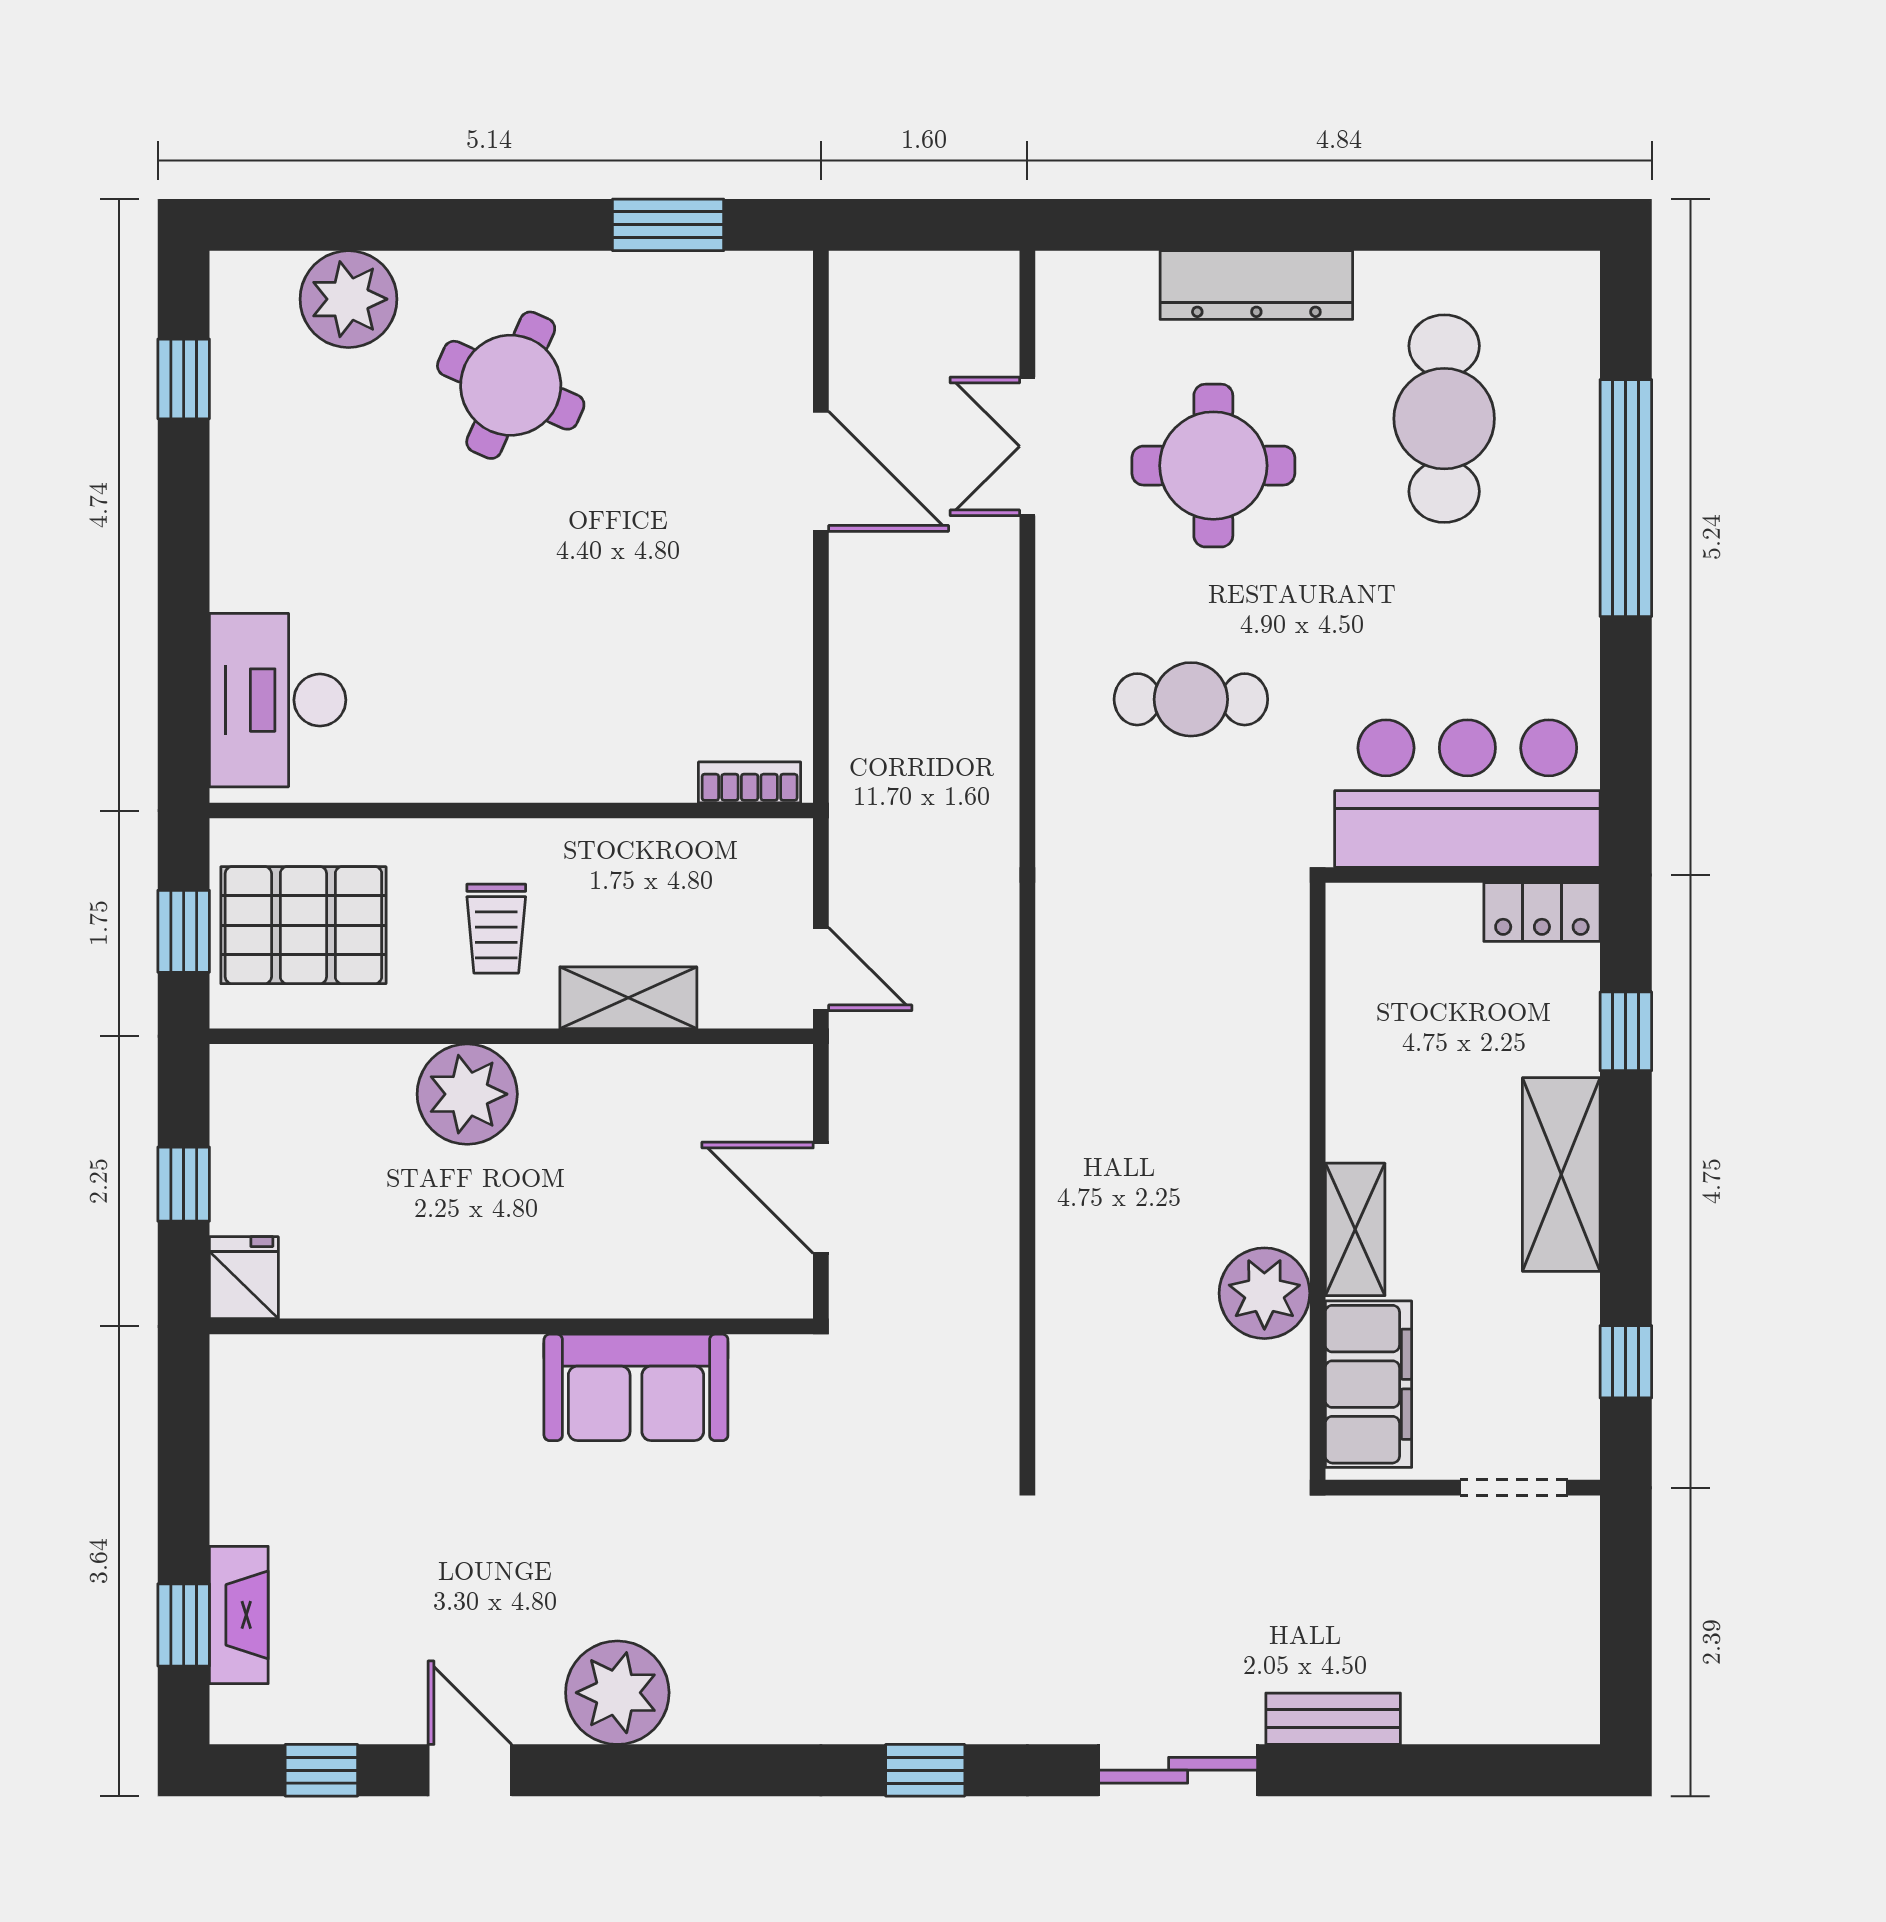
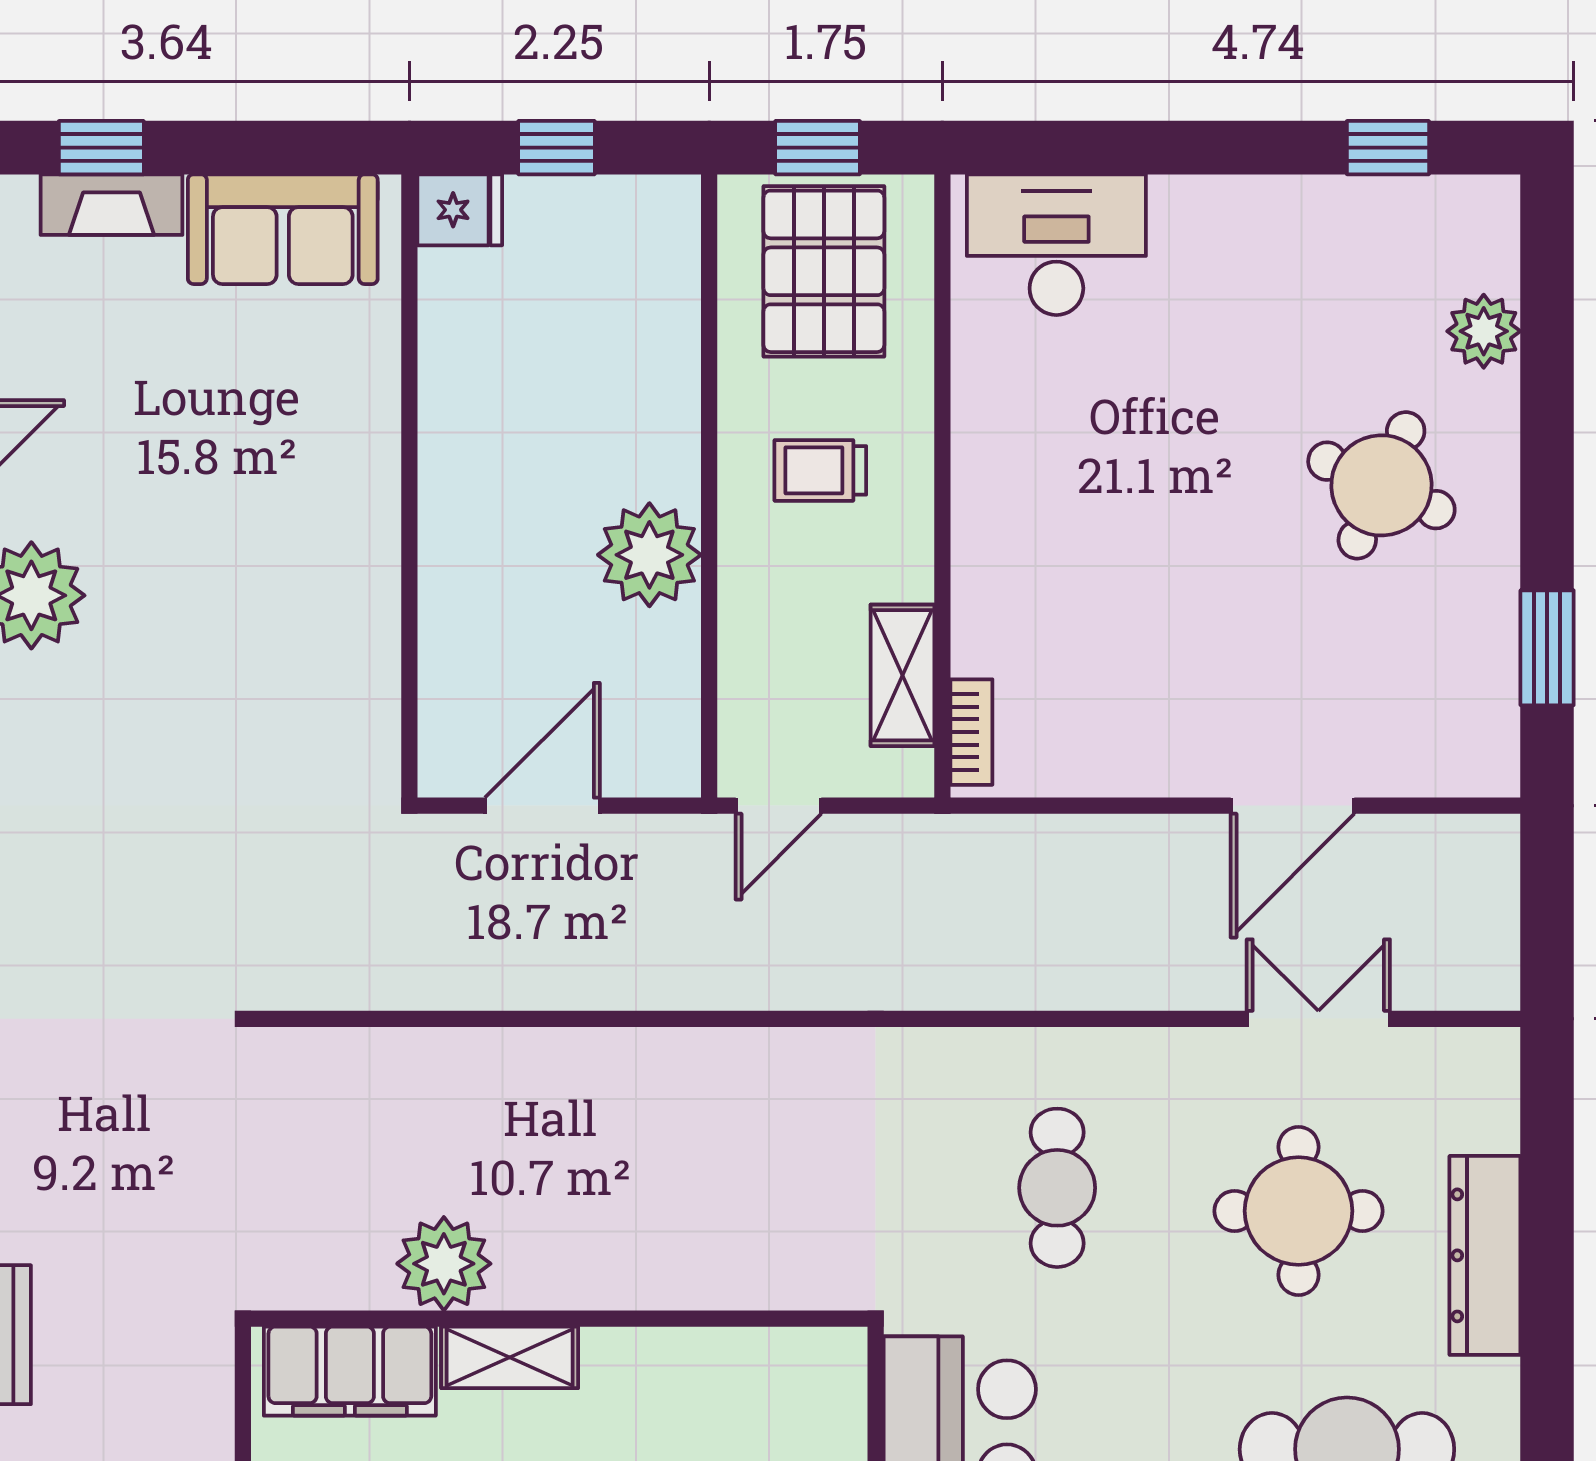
plant: (348, 299) -> (1484, 331), width x0.73, depth x0.73
shelving: (628, 998) -> (902, 675), moved
plant: (467, 1094) -> (649, 555), moved
sofa: (636, 1387) -> (283, 229), moved, turned -90

